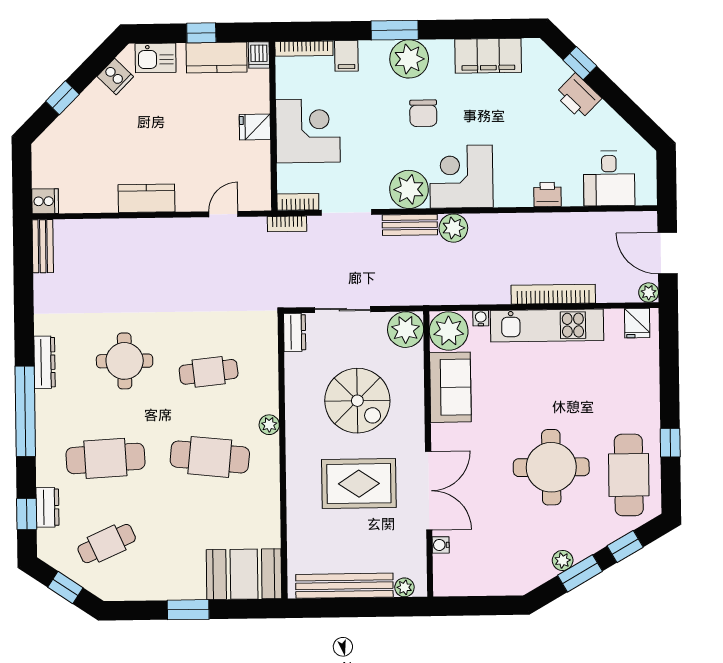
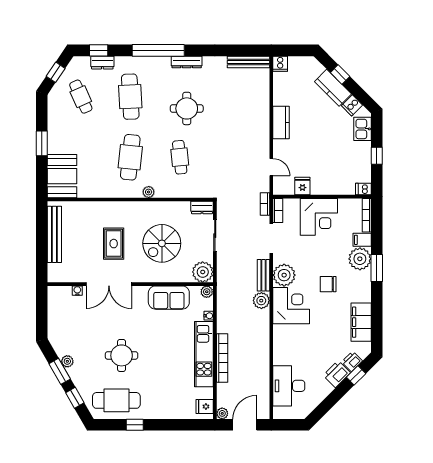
kitchen counter: (217, 57) -> (333, 88), moved, turned -45
plant: (409, 59) -> (360, 259), moved
fridge: (255, 127) -> (302, 186), moved
desk: (609, 178) -> (289, 386), width x1.37
printer: (547, 194) -> (352, 361), moved, turned -135
bench: (43, 246) -> (248, 62), width x1.36
plant: (449, 331) -> (207, 292), width x0.53, depth x0.53
round table: (551, 467) -> (122, 355), width x0.73, depth x0.73
rug: (359, 484) -> (114, 244), width x0.73, depth x0.70
plant: (404, 587) -> (53, 269), removed

